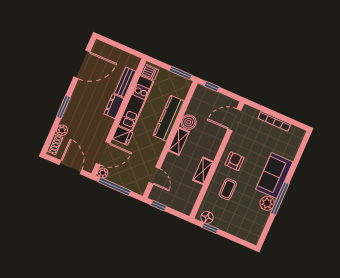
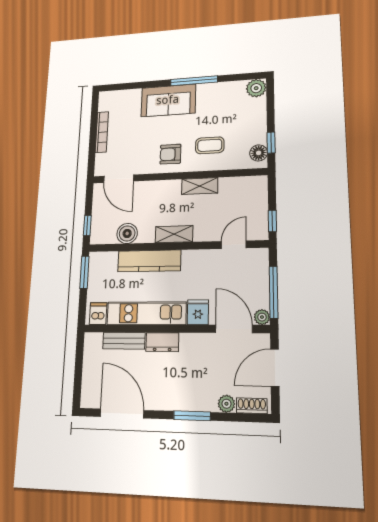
boiler: (189, 122) -> (127, 233), moved
plant: (267, 203) -> (256, 88), moved

